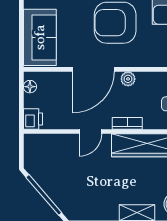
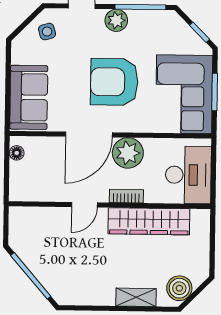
plant: (128, 79) -> (128, 153), width x1.88, depth x1.88
printer: (33, 119) -> (20, 190), removed

